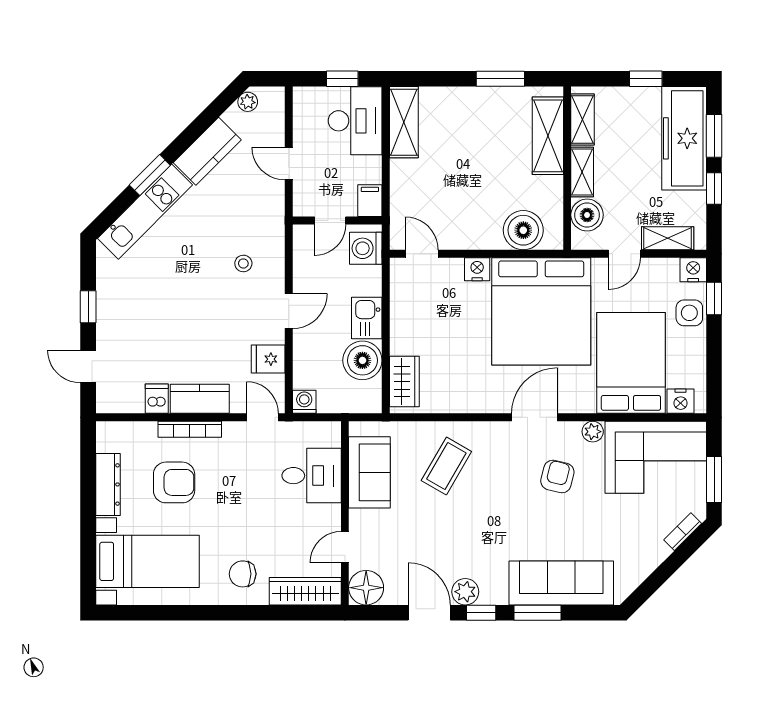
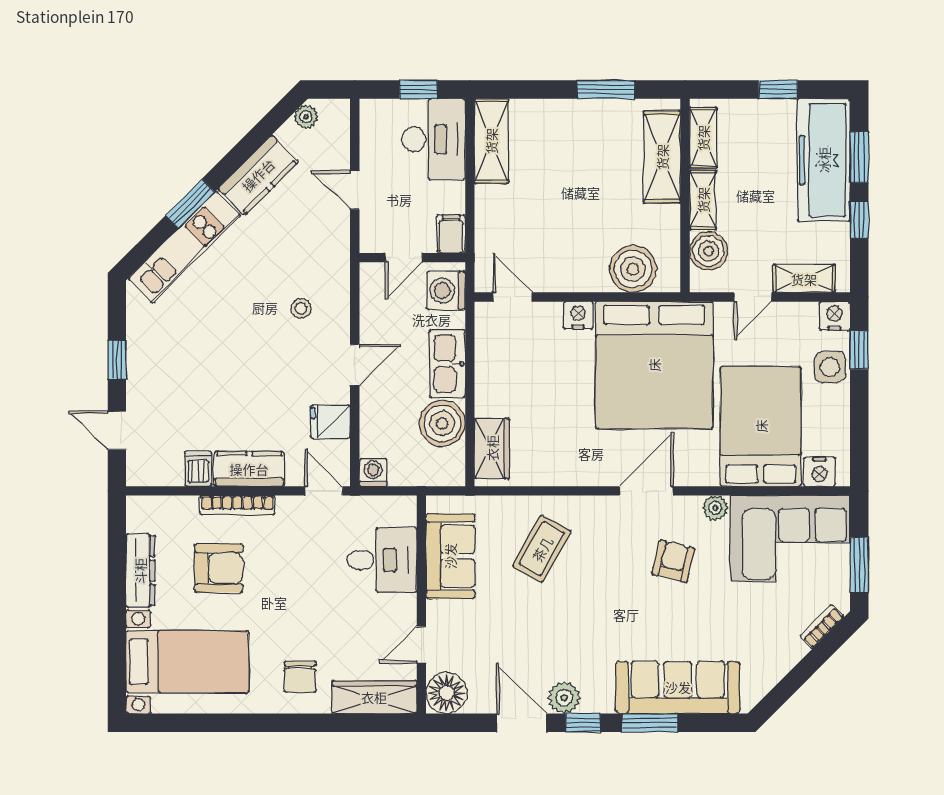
kitchen sink: (367, 318) -> (447, 364), width x1.38
chair: (243, 574) -> (300, 677), turned -90

